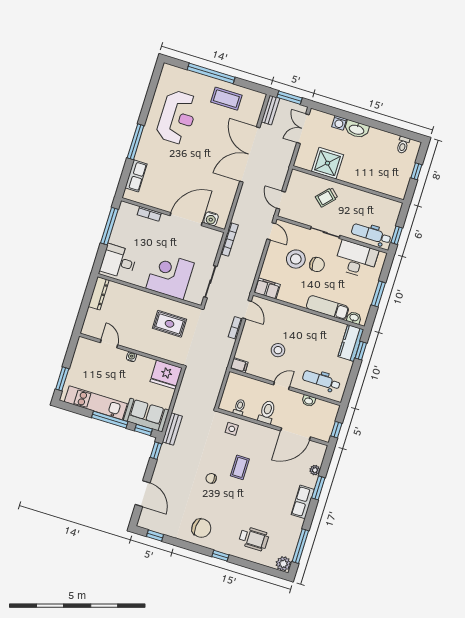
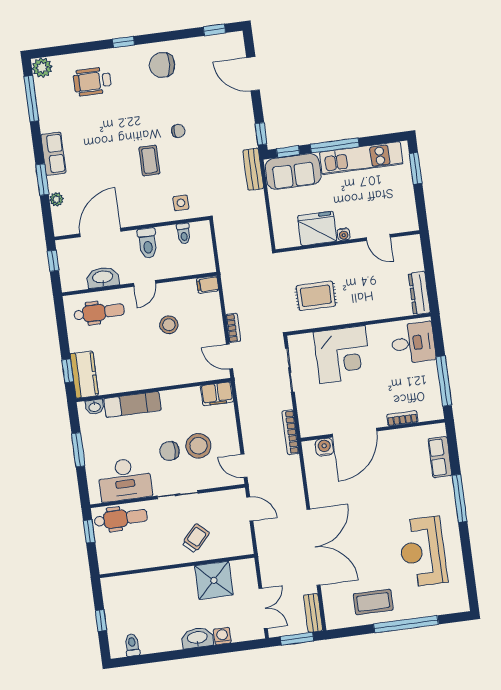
fridge: (166, 375) -> (317, 228), moved
washbasin: (309, 401) -> (103, 277), width x1.91, depth x1.45

